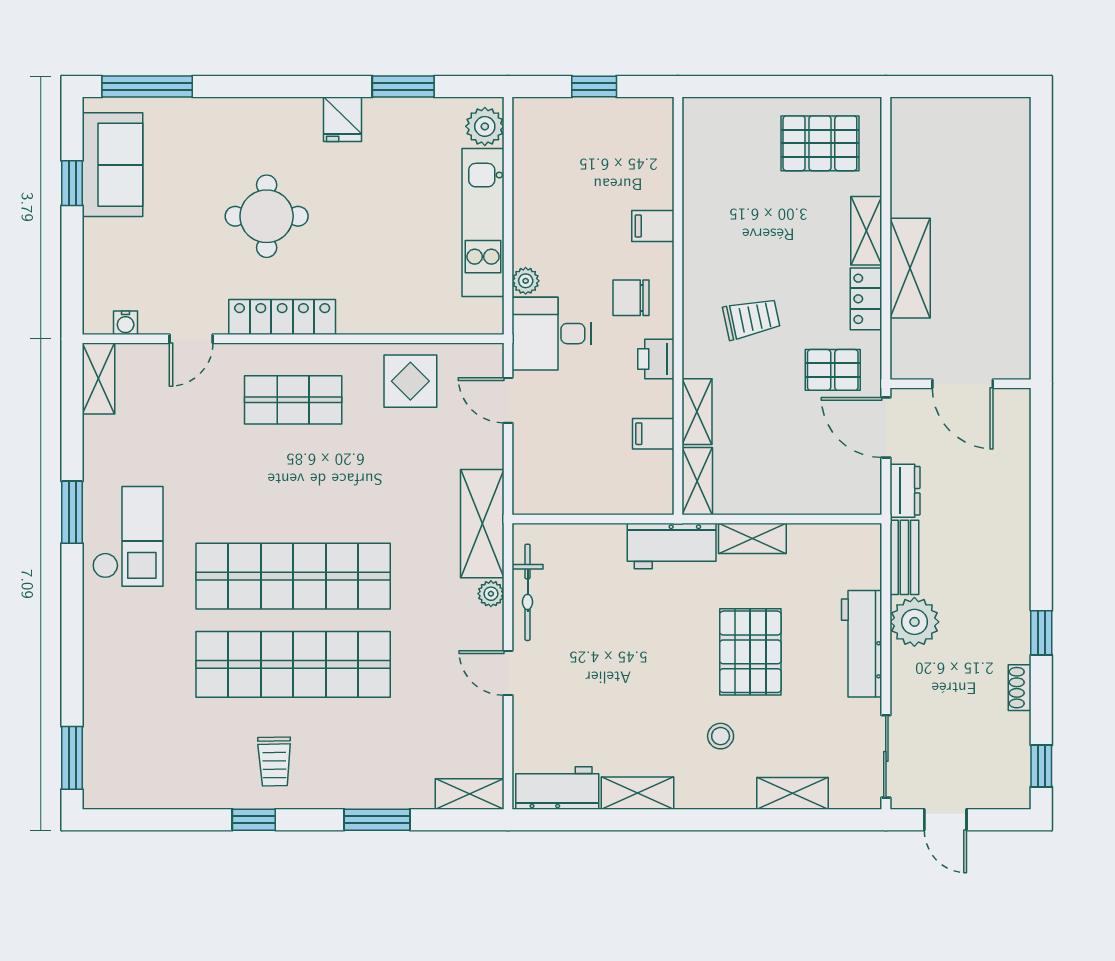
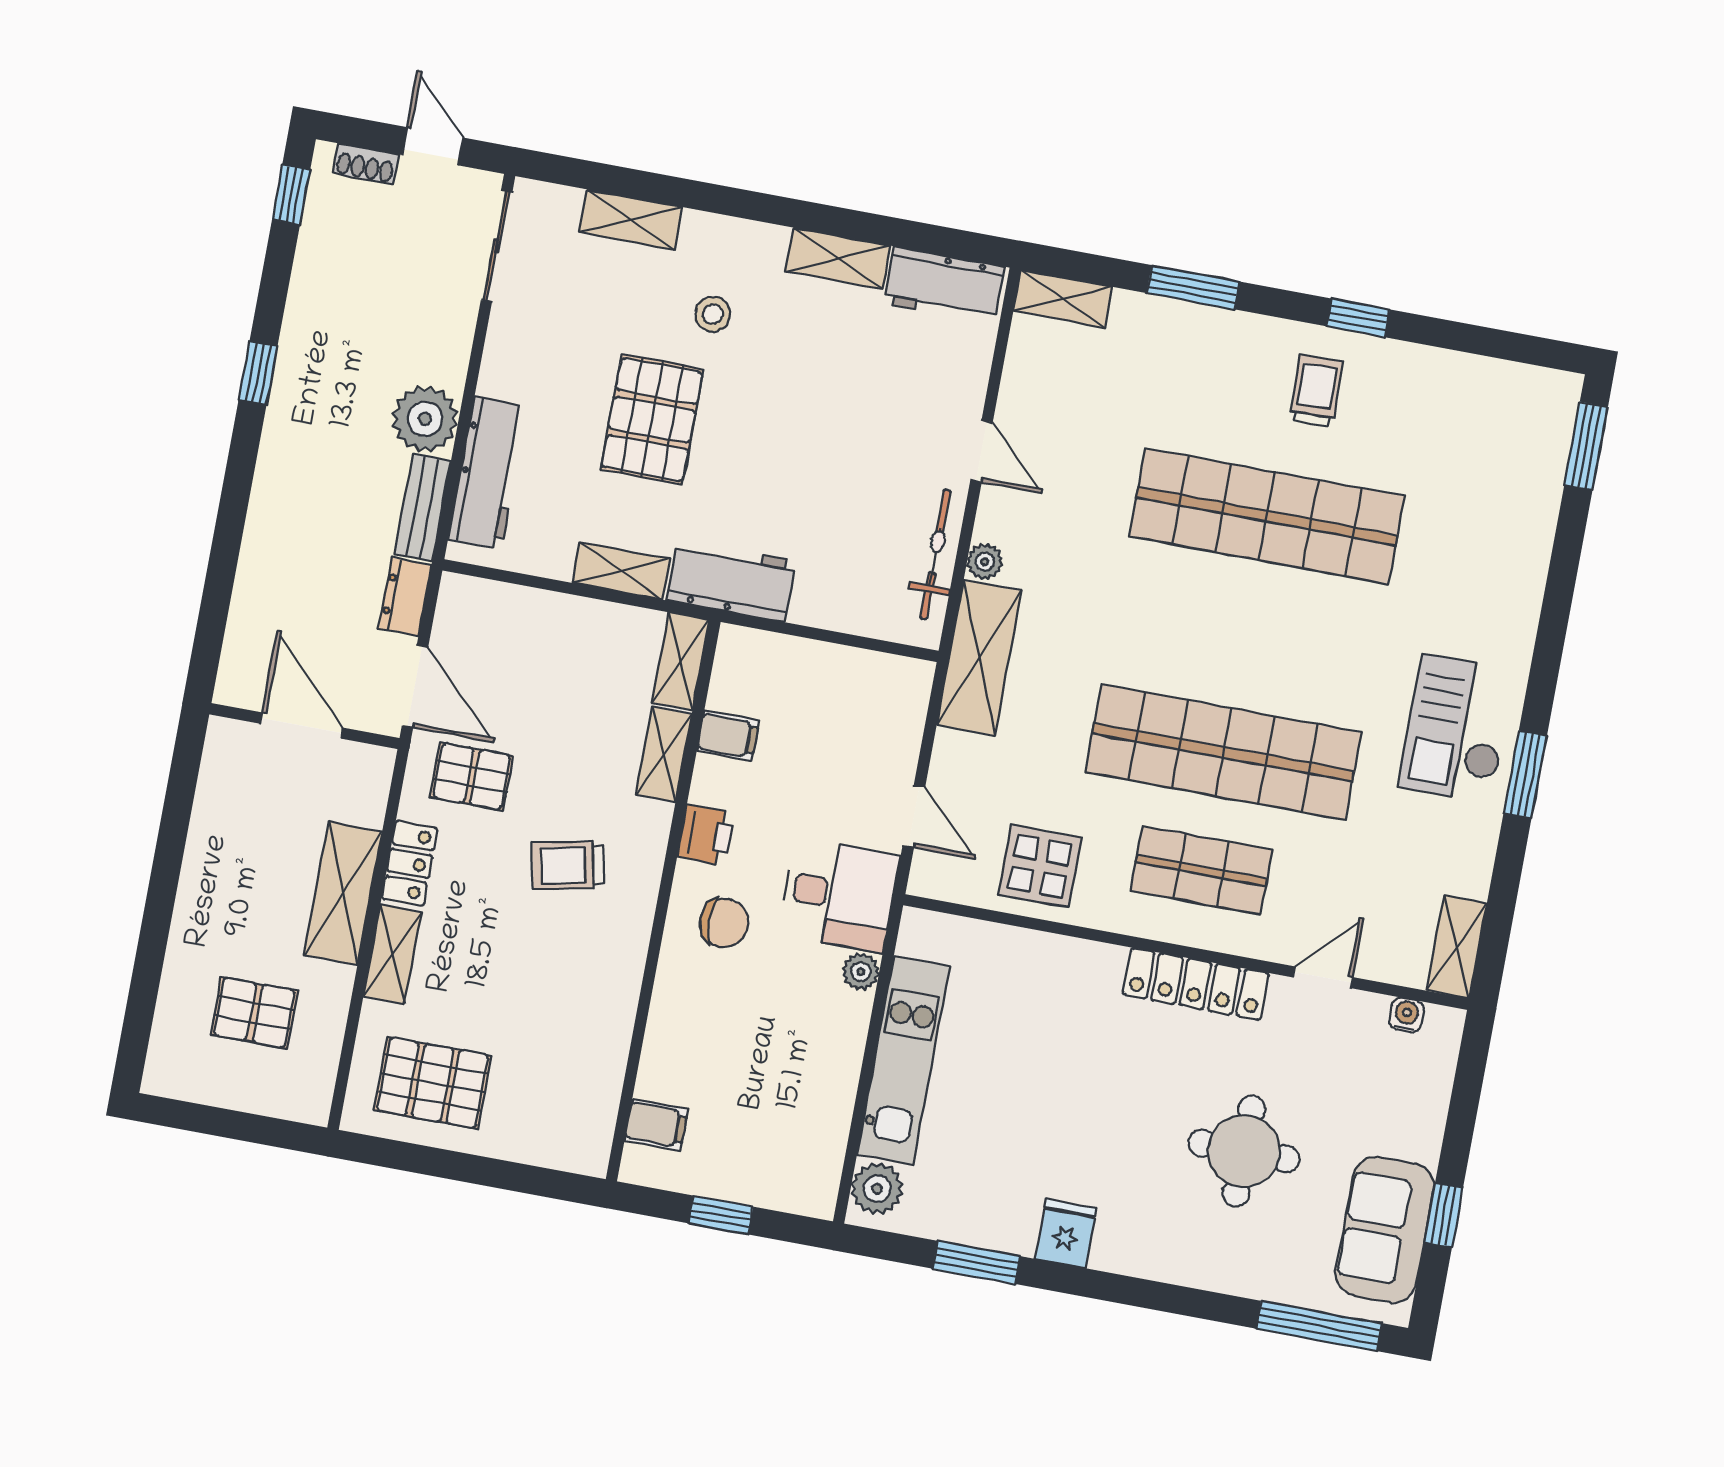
pallet: (958, 170) -> (254, 1013), added
round table: (267, 216) -> (1244, 1151), moved
filing cabinet: (653, 226) -> (656, 1125), moved
shop shelf: (293, 576) -> (1223, 752), moved
workbench: (862, 644) -> (488, 473), moved
shoe rack: (1020, 688) -> (366, 164), moved, turned 90

